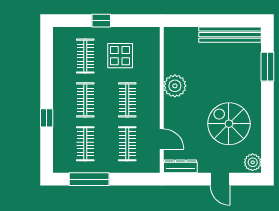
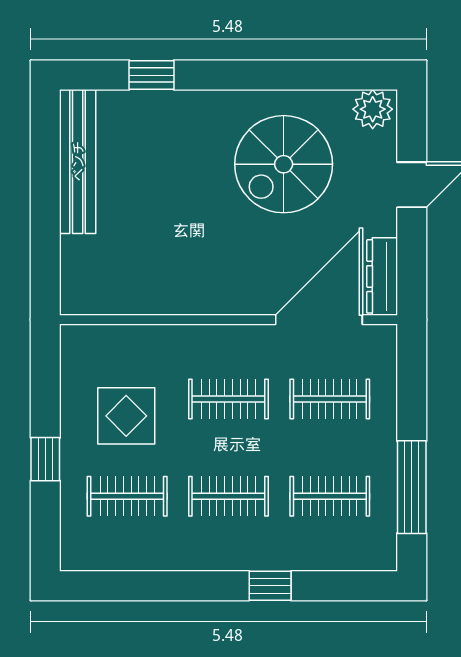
window: (267, 67) -> (151, 75), width x0.67
plant: (175, 86) -> (196, 289), removed
door: (162, 139) -> (319, 320), width x1.87

